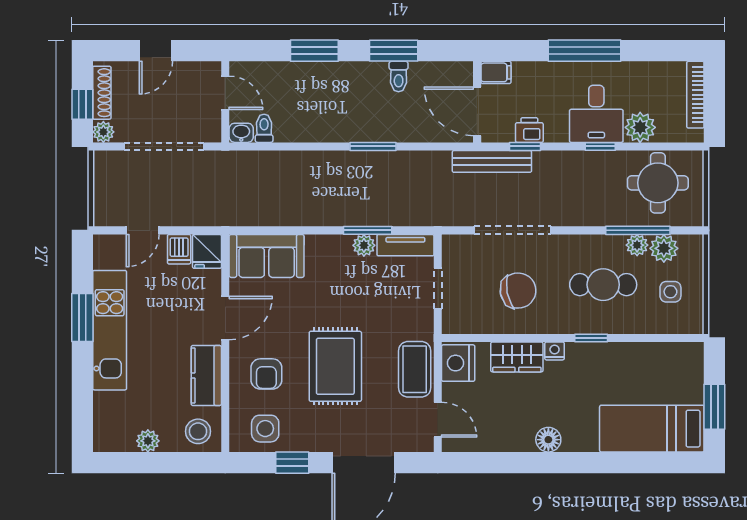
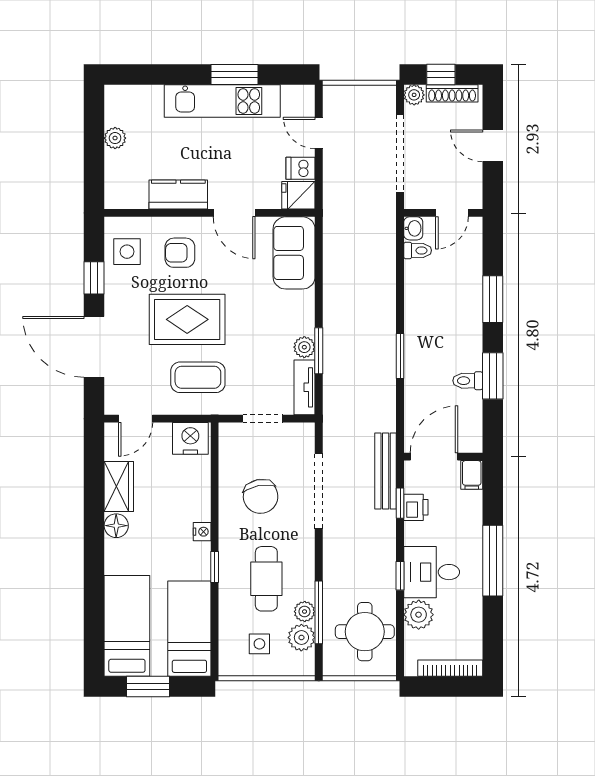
wardrobe: (517, 357) -> (119, 486), moved, turned 180
bed: (655, 364) -> (189, 629), added
coffee table: (415, 369) -> (198, 377), moved
stool: (198, 431) -> (124, 187), removed

